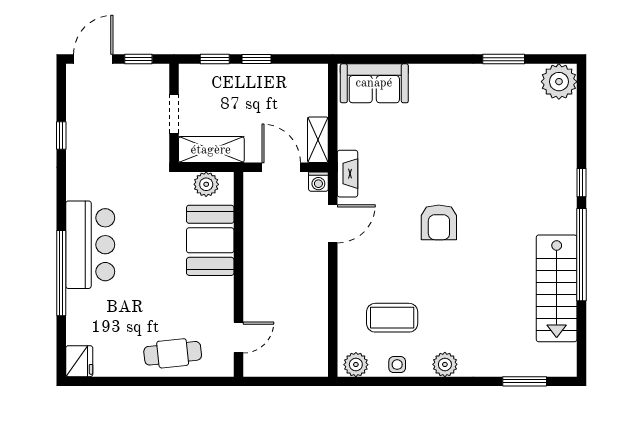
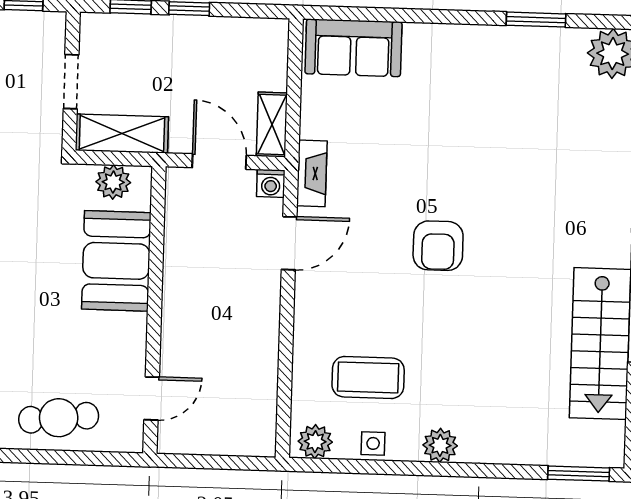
window: (525, 381) -> (579, 474), moved

